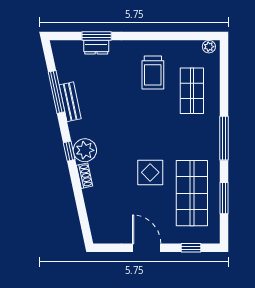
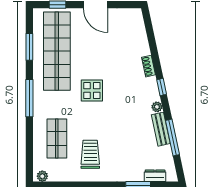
dresser: (96, 47) -> (155, 176), moved
plant: (85, 150) -> (157, 107), moved, width x0.53, depth x0.53
display table: (150, 172) -> (92, 90), moved
shop shelf: (192, 193) -> (57, 51), width x1.40

